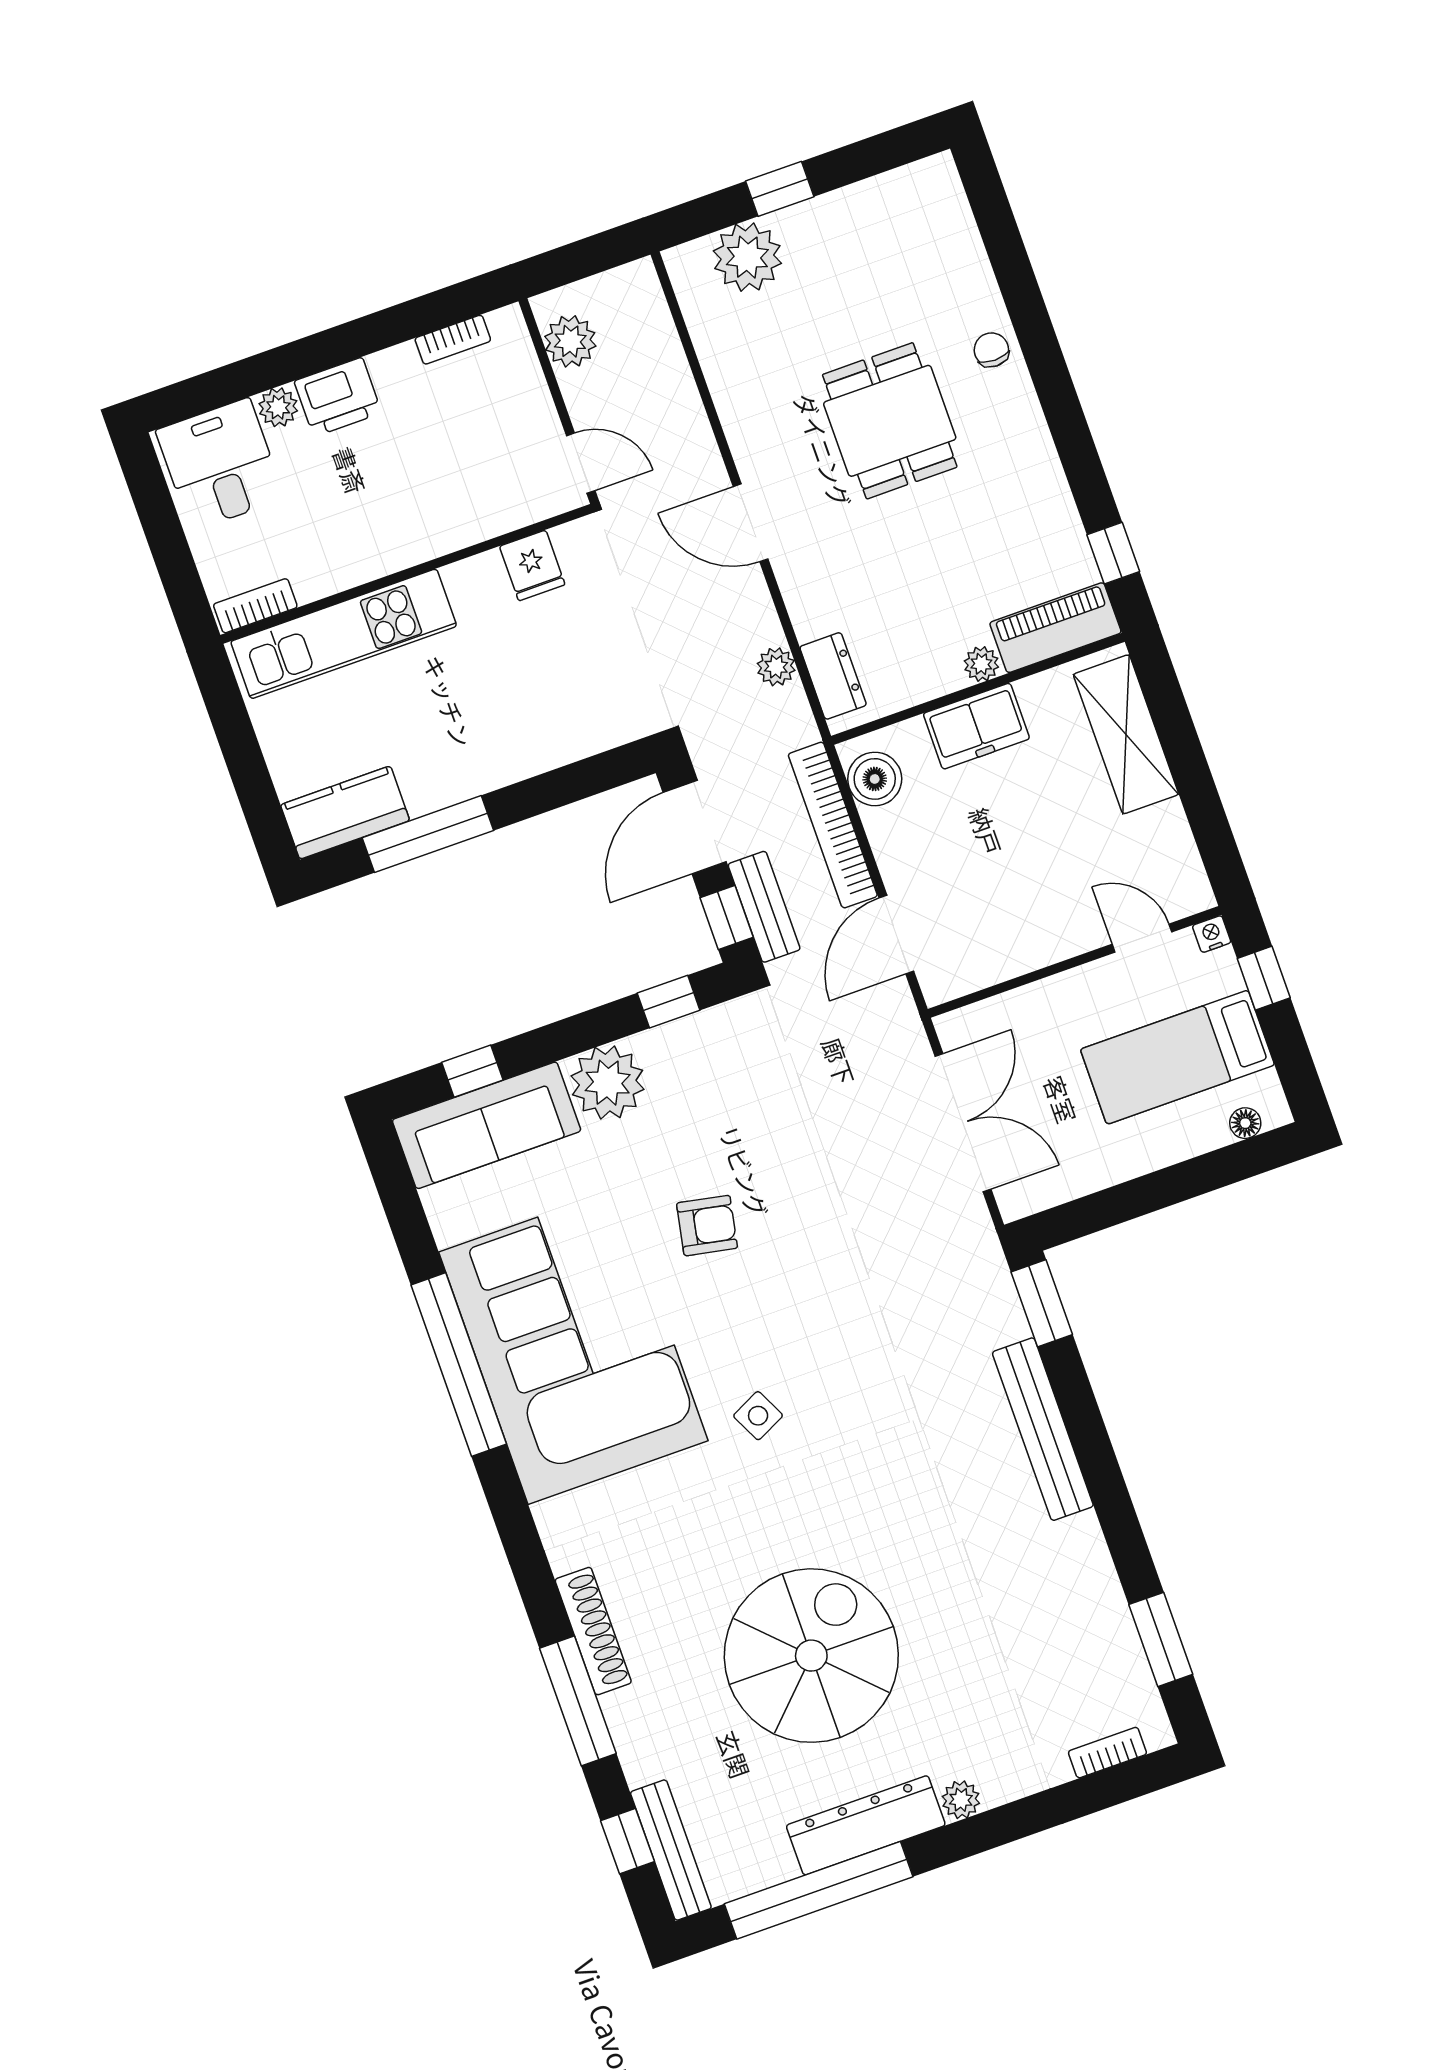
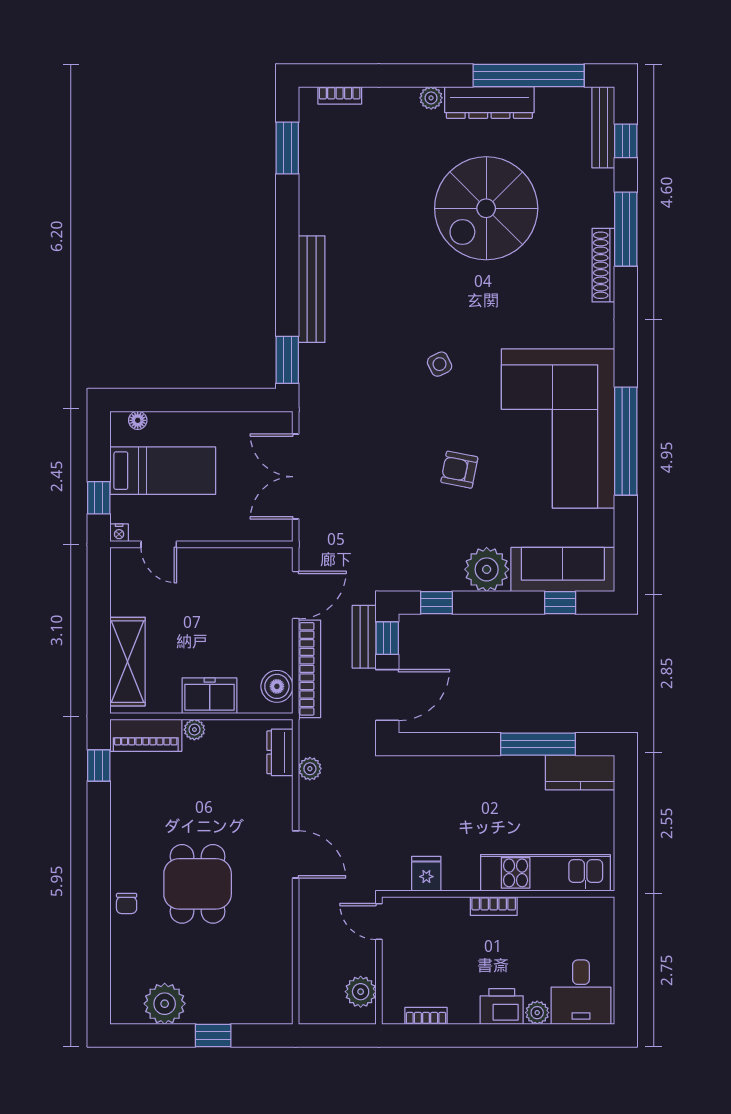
plant: (747, 257) -> (165, 1004), moved
bookcase: (255, 606) -> (494, 906), moved
side table: (758, 1416) -> (440, 364), moved

